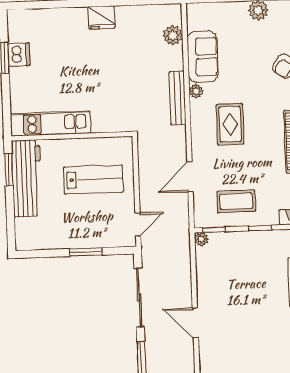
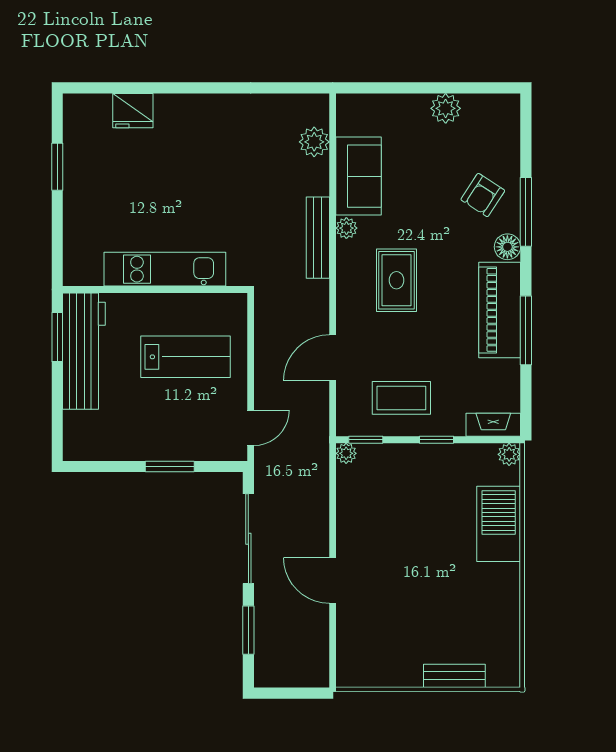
fridge: (102, 17) -> (133, 111), moved
dishwasher: (19, 55) -> (79, 162), removed
kitchen unit: (51, 123) -> (165, 269), moved

